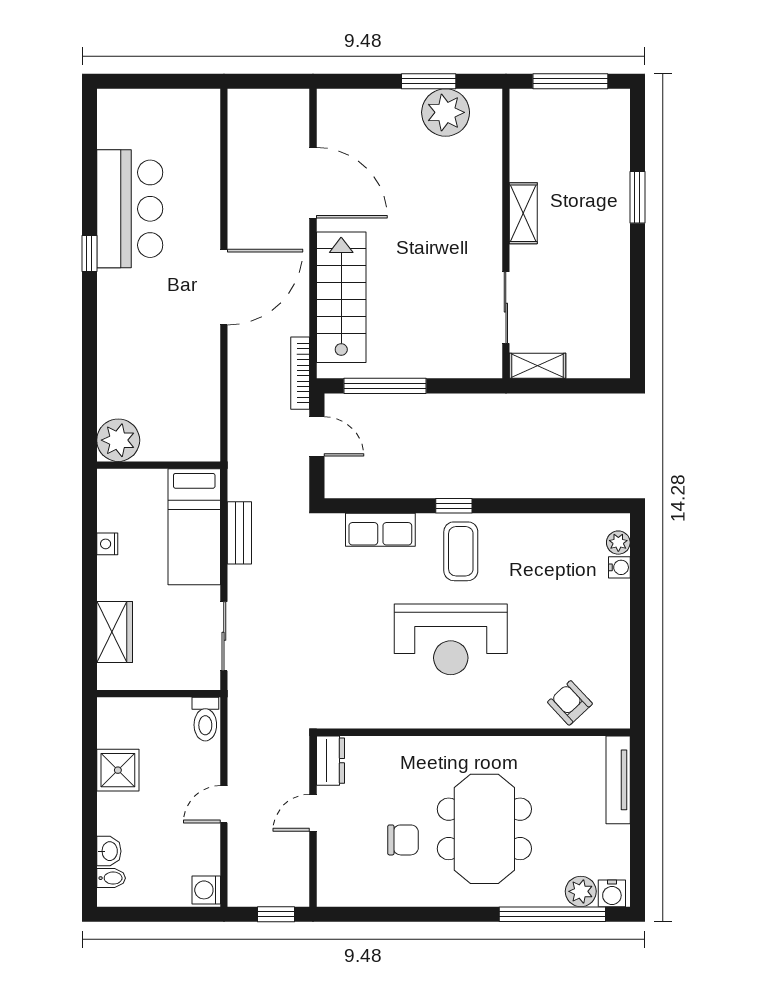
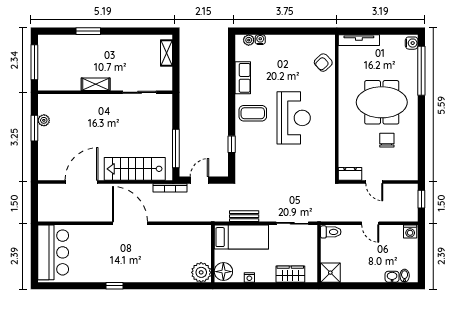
plant: (446, 112) -> (44, 120), width x0.53, depth x0.53
bar counter: (130, 209) -> (53, 252), moved, turned 90
shelving: (538, 366) -> (167, 53), moved
floor lamp: (120, 488) -> (223, 272), added
window: (454, 506) -> (232, 144), moved
row of seats: (380, 530) -> (243, 78), moved
shower: (118, 770) -> (330, 273), moved
plant: (581, 891) -> (411, 57), removed

